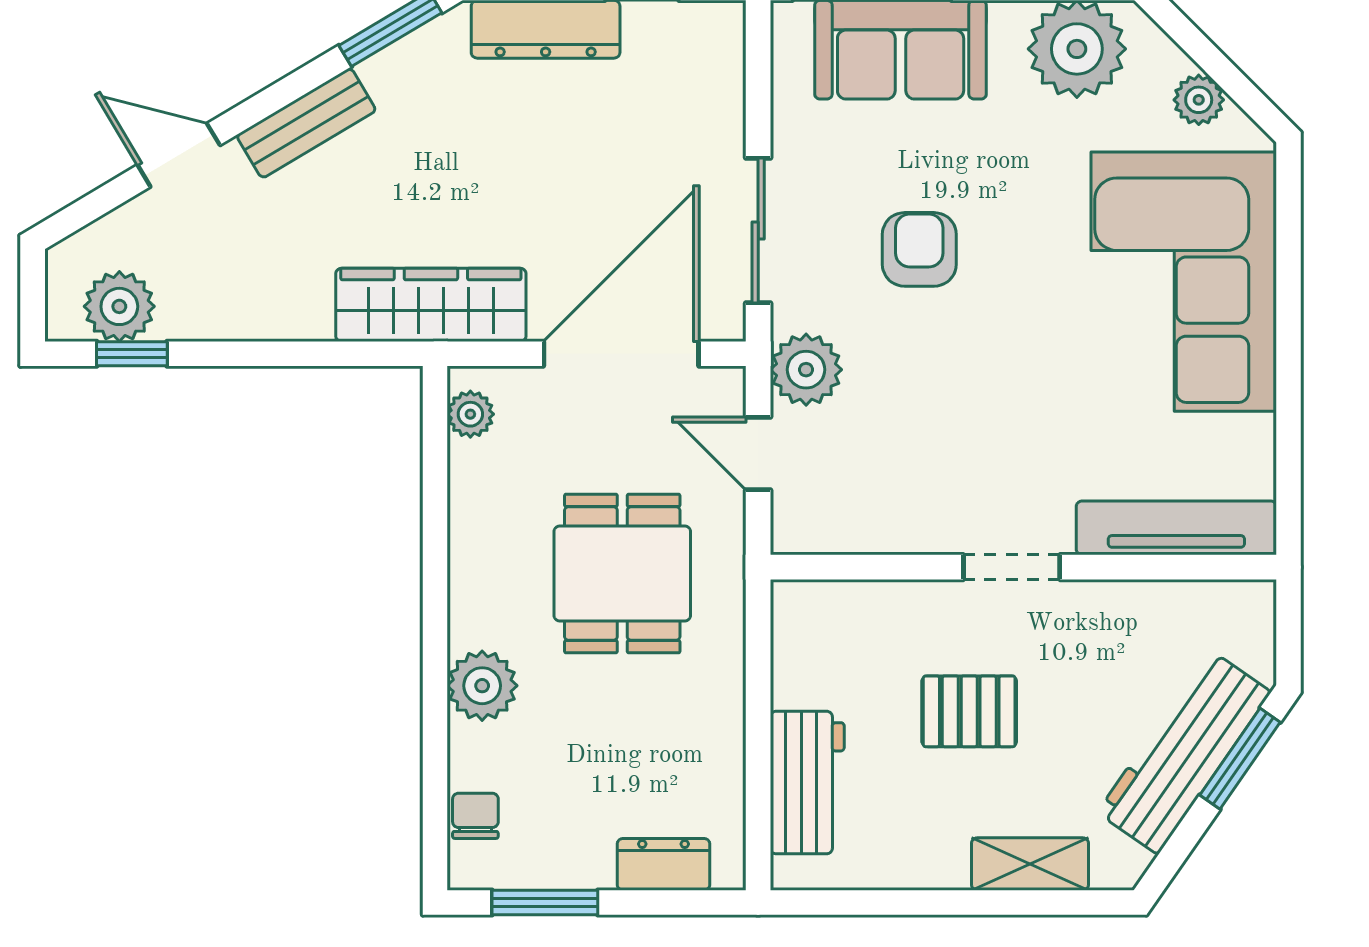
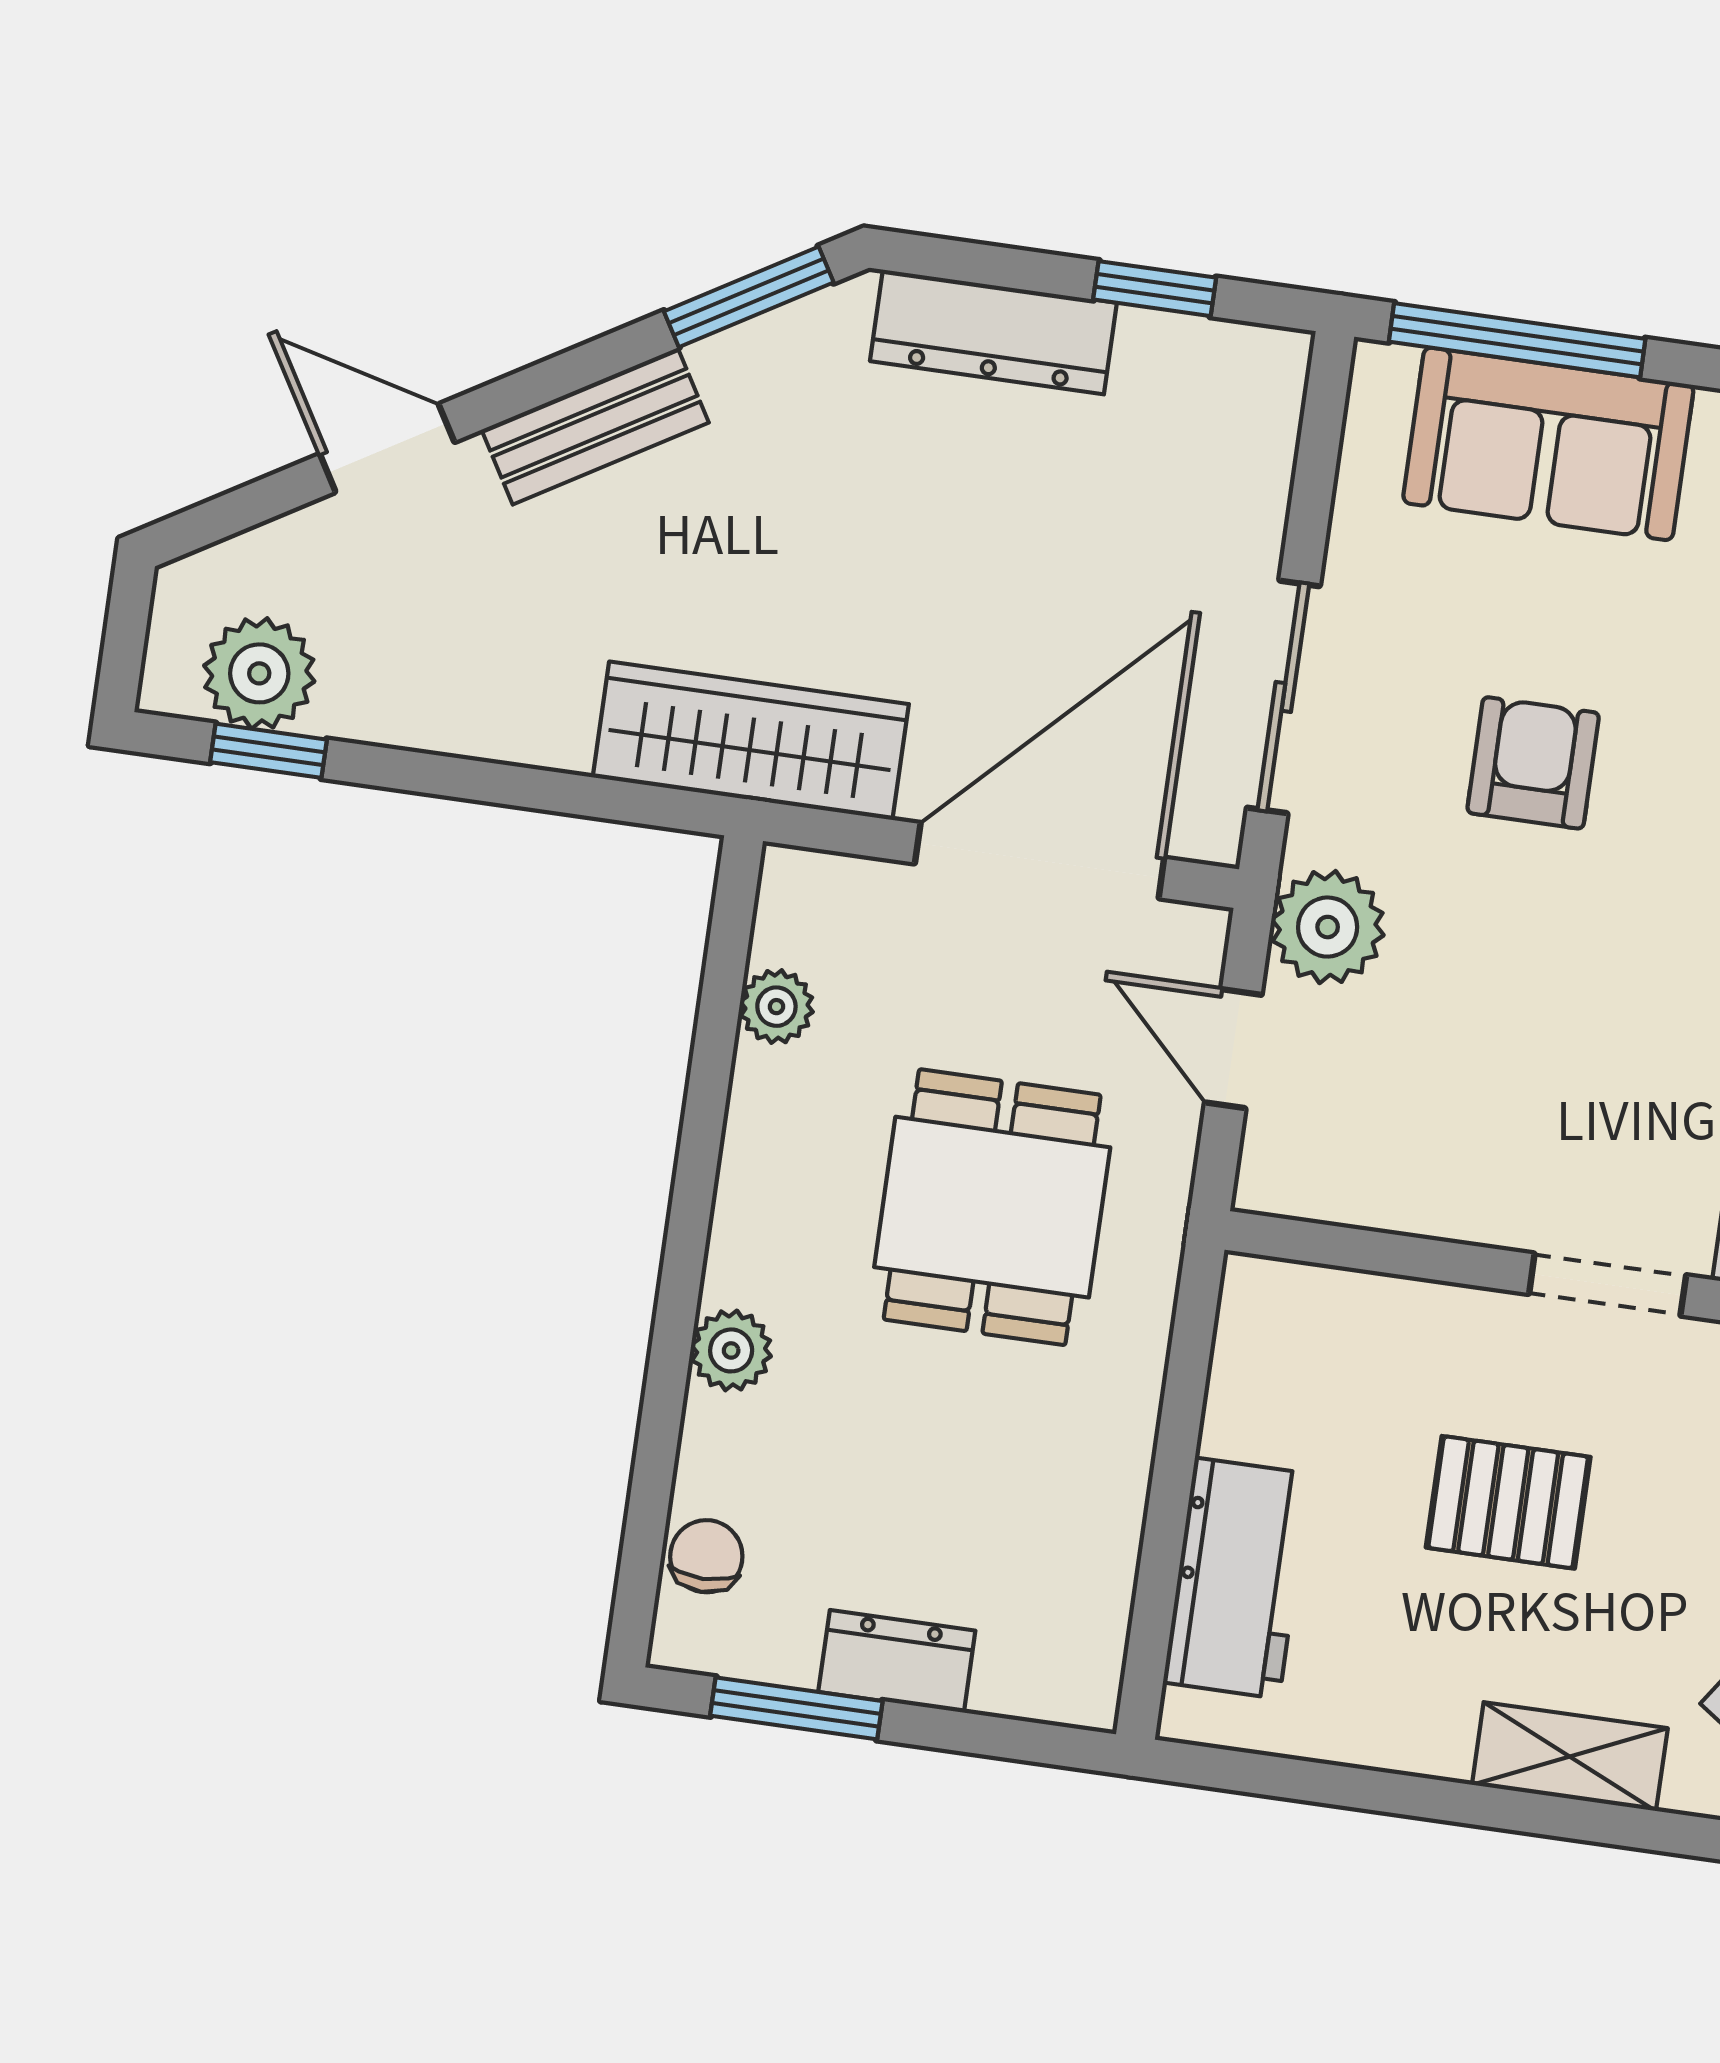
plant: (470, 414) -> (776, 1007), moved
plant: (482, 686) -> (731, 1350), width x0.73, depth x0.73
dresser: (663, 864) -> (897, 1661), moved

